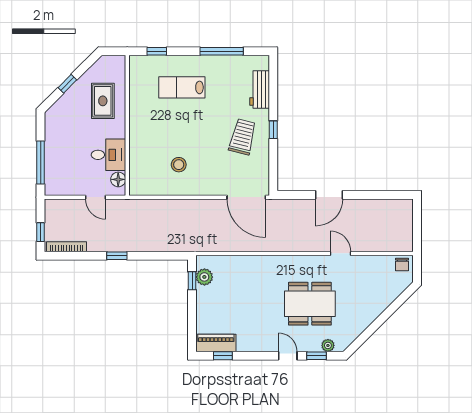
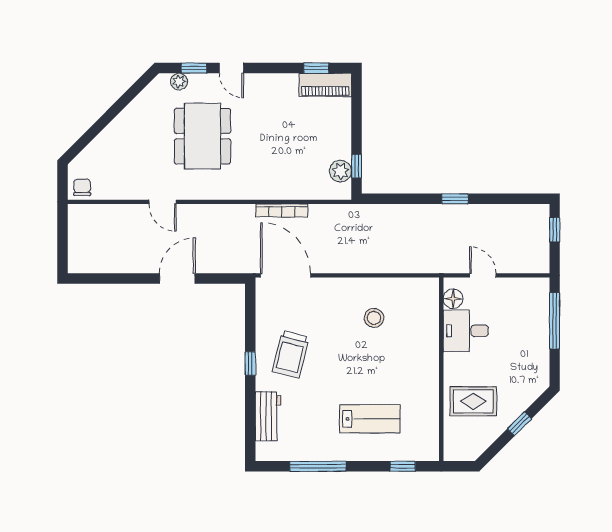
rug: (103, 101) -> (473, 401), turned 90
bookcase: (67, 247) -> (282, 211), moved
dining table: (310, 304) -> (202, 136), turned 90

